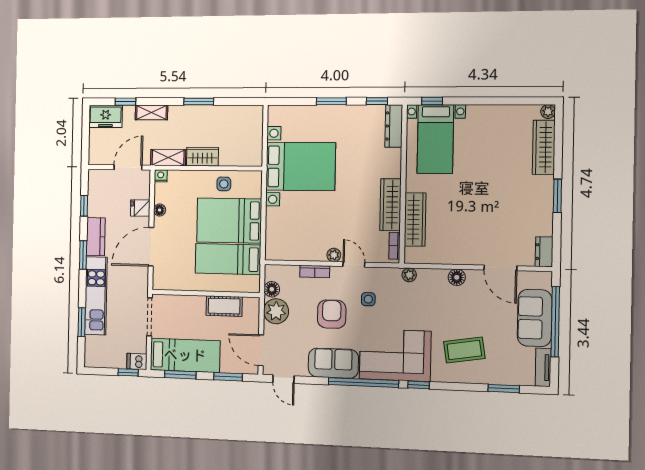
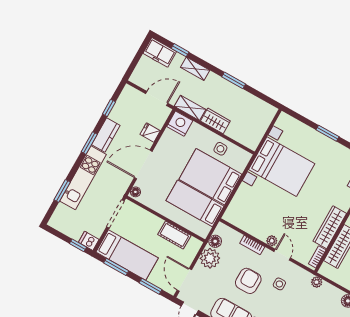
nightstand: (161, 176) -> (180, 124), width x1.89, depth x1.79
floor lamp: (160, 210) -> (135, 192), moved

